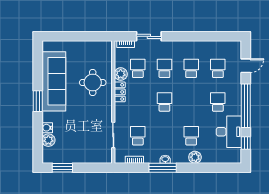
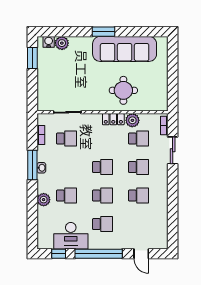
school desk: (218, 68) -> (102, 196), moved
water cooler: (47, 128) -> (49, 42), moved

